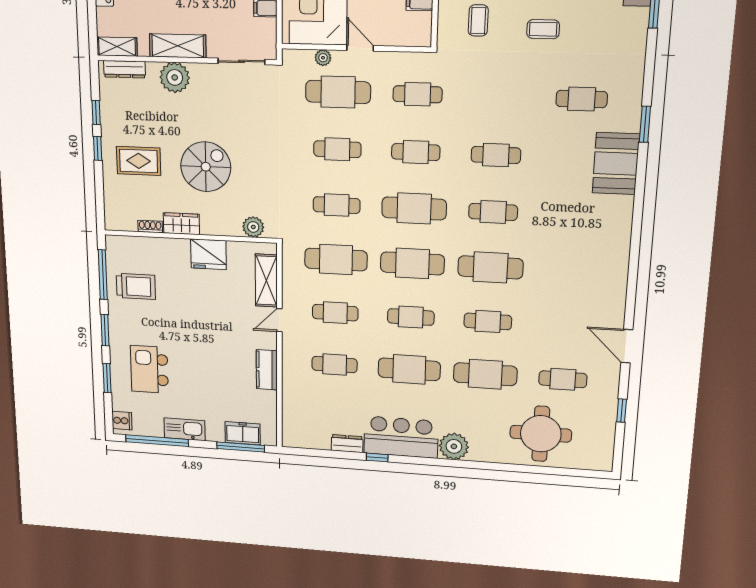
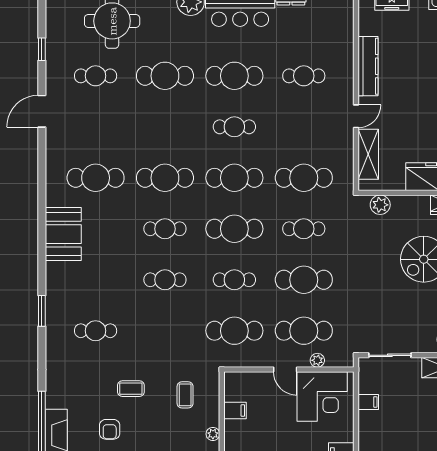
cafe table: (418, 94) -> (234, 331), width x1.37, depth x1.35
cafe table: (337, 149) -> (304, 280), width x1.37, depth x1.35
booth: (616, 163) -> (63, 234), moved
cafe table: (335, 313) -> (304, 127), removed
cafe table: (488, 321) -> (96, 178), moved, width x1.37, depth x1.35
door: (627, 346) -> (42, 111), swing flipped
kitchen counter: (267, 370) -> (368, 66), width x1.50

